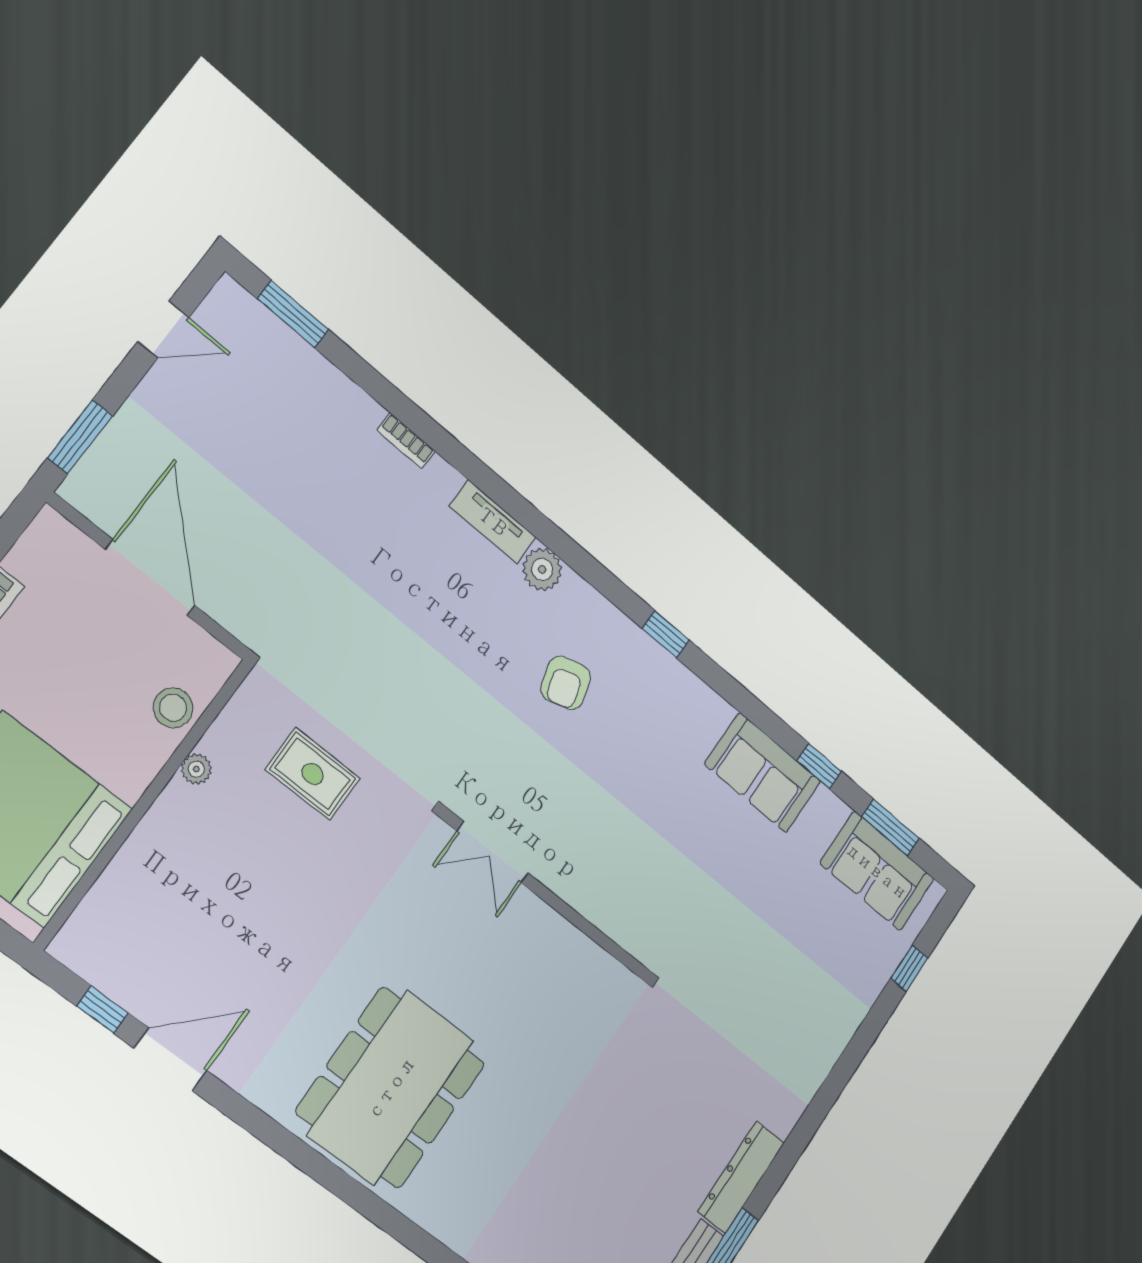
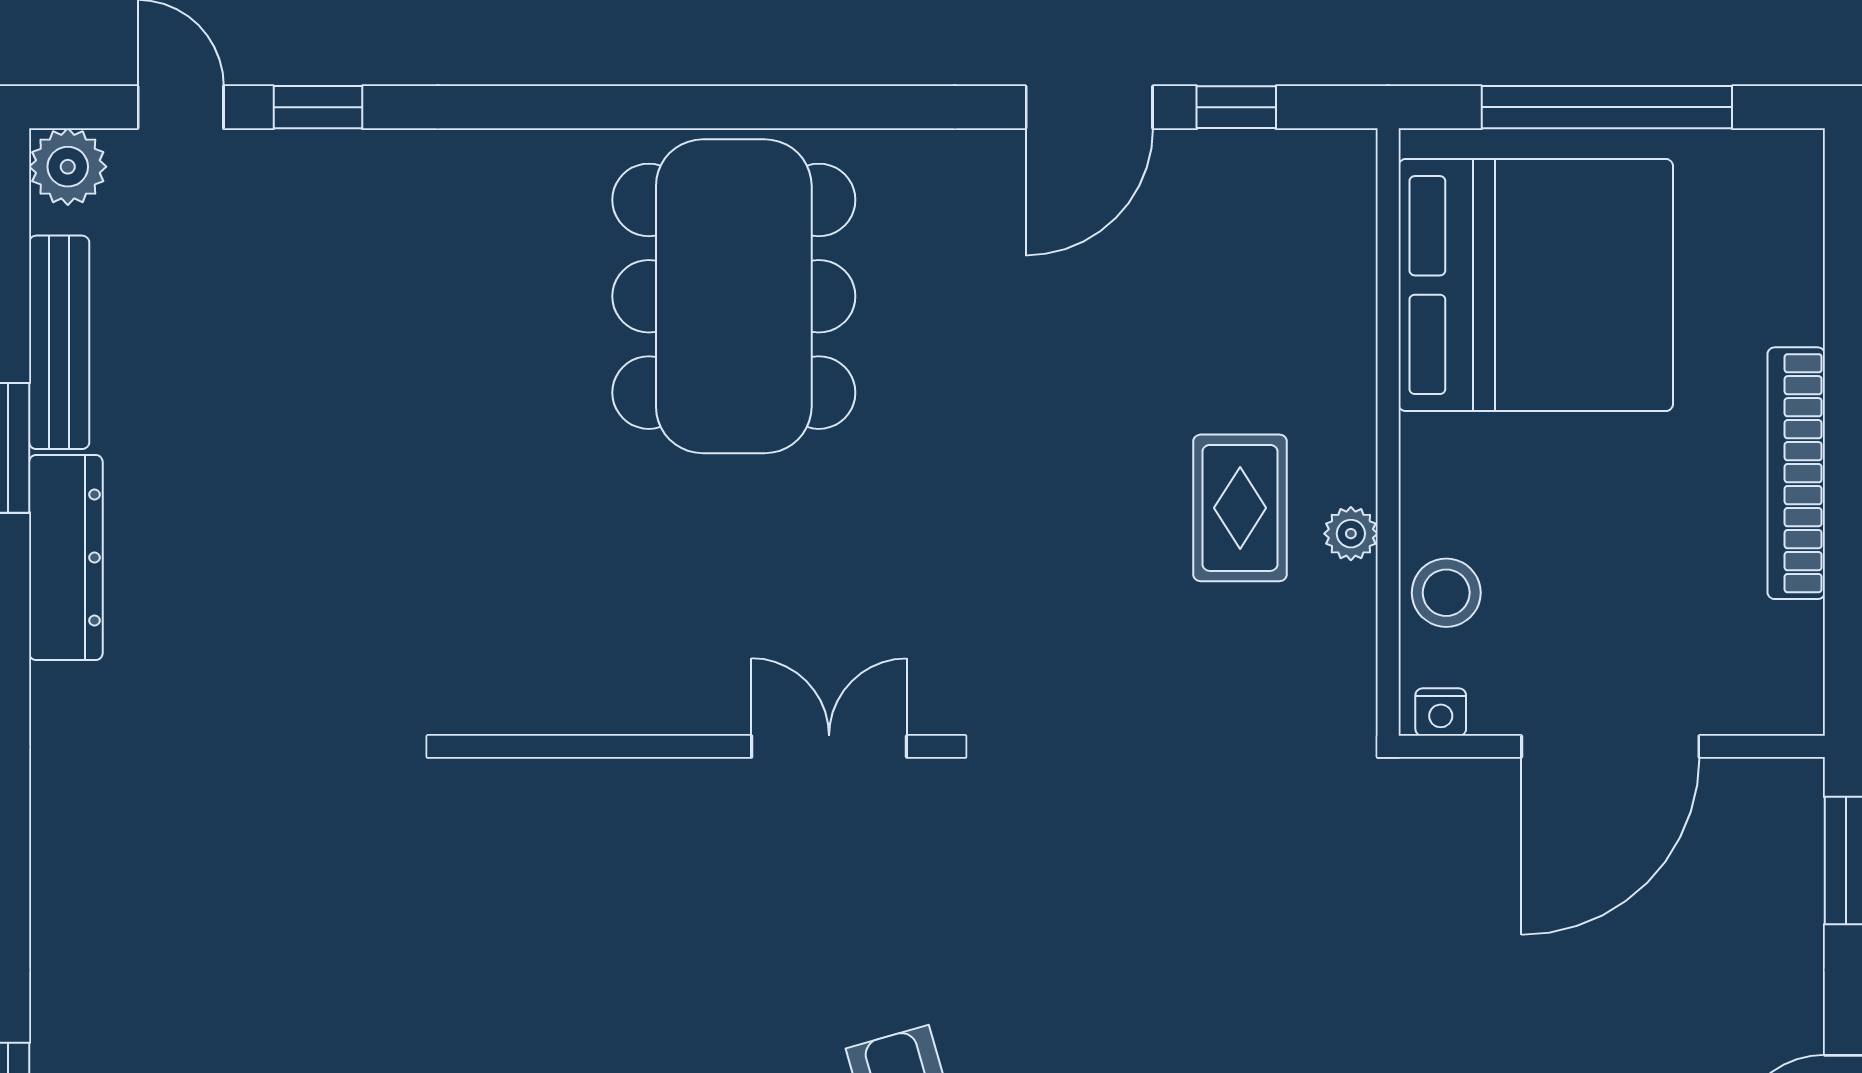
door: (150, 577) -> (1610, 746), hinge flipped
nightstand: (216, 655) -> (1441, 712), added
rug: (313, 774) -> (1240, 508), moved, turned 90

